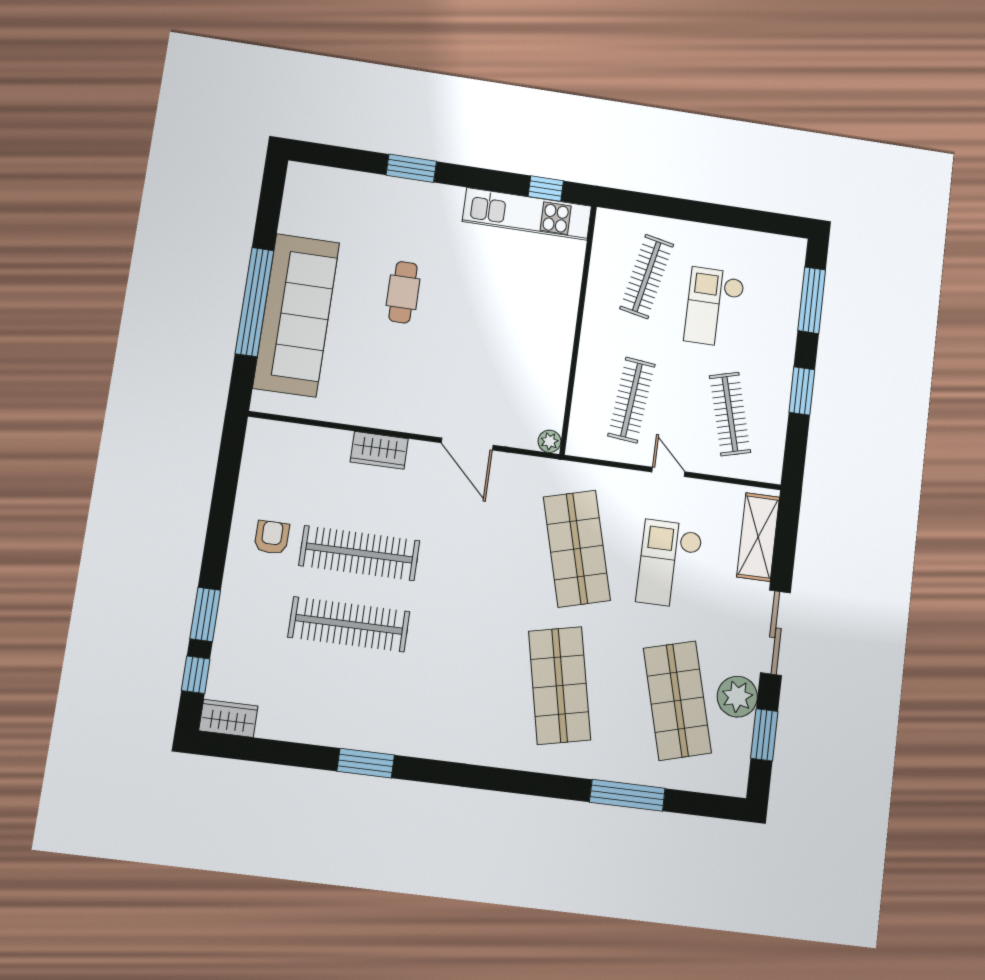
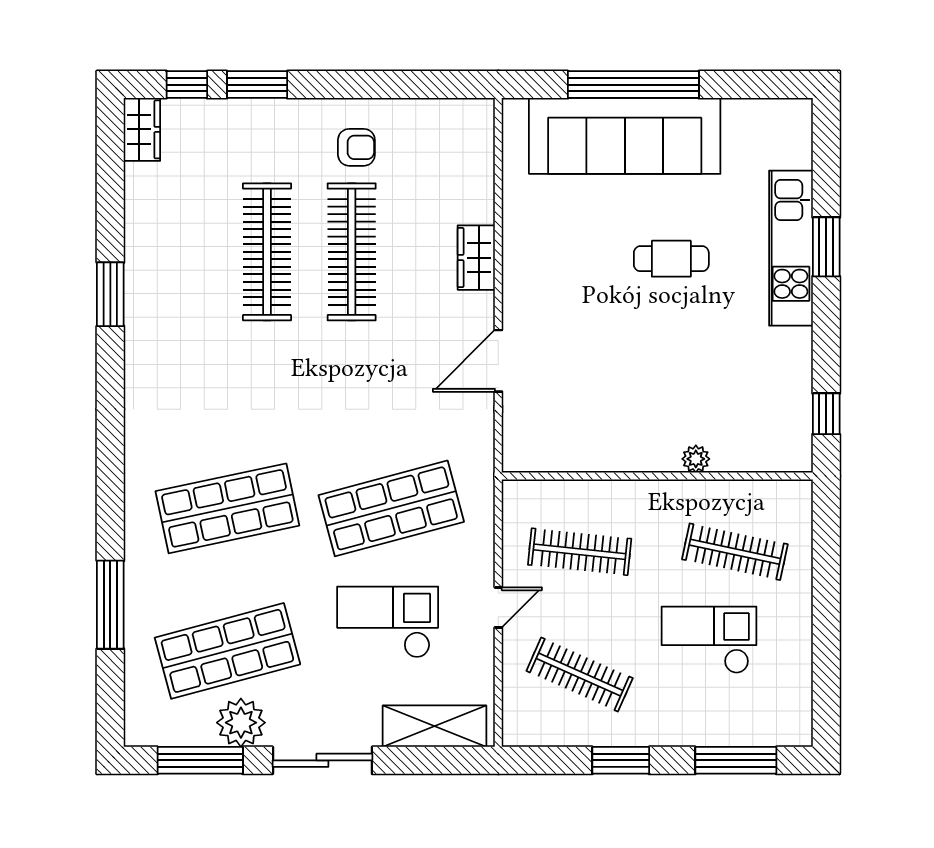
kitchen unit: (527, 214) -> (791, 248), moved
clothes rail: (730, 414) -> (580, 674), turned 39
plant: (549, 441) -> (696, 459), moved
window: (764, 735) -> (200, 760), width x1.44

